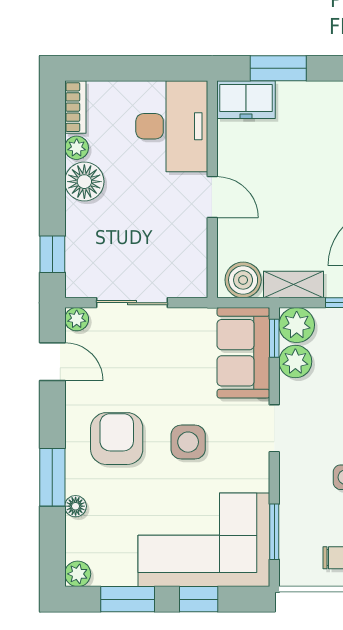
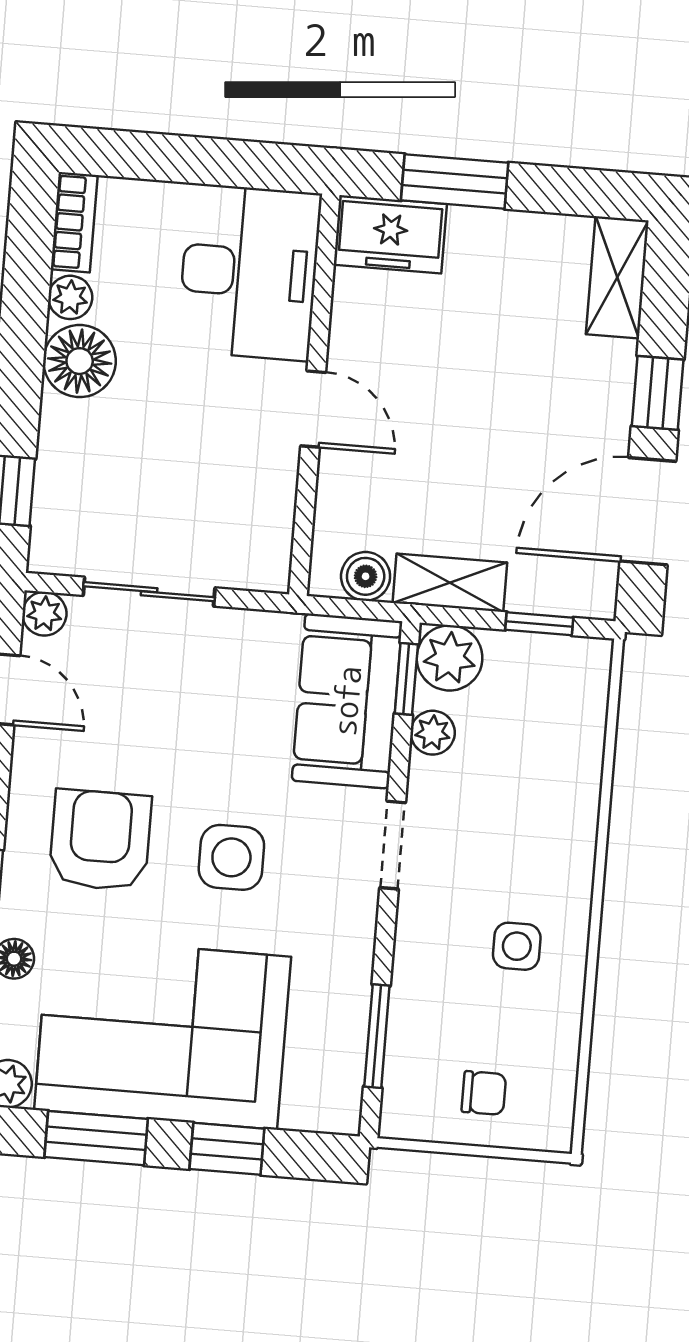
boiler: (243, 280) -> (366, 576), width x0.73, depth x0.73
plant: (295, 362) -> (433, 733), width x0.73, depth x0.73
corner sofa: (204, 540) -> (163, 1033), moved

